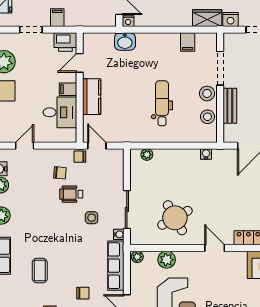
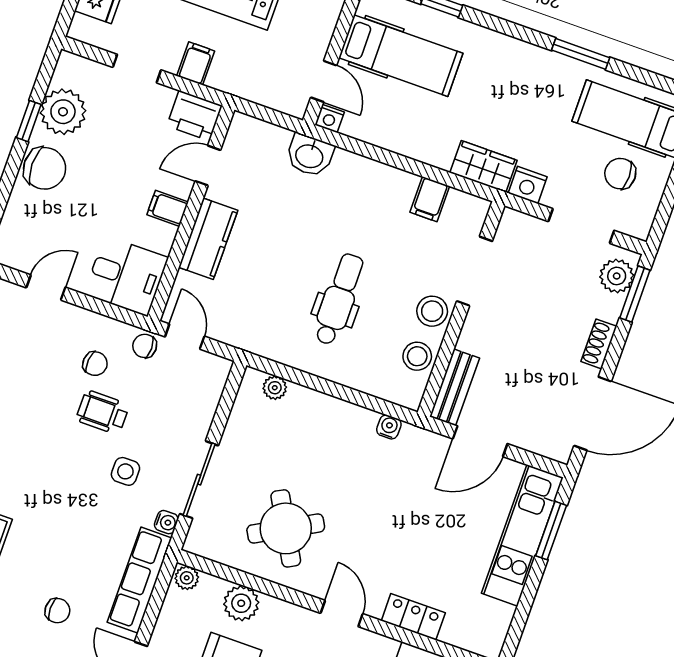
bench: (230, 106) -> (455, 387), moved
desk: (60, 112) -> (126, 276), moved

